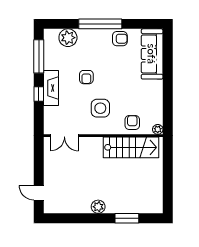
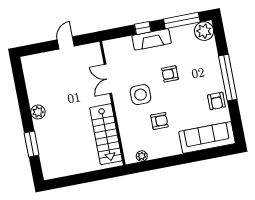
plant: (68, 38) -> (204, 31), moved
armchair: (132, 123) -> (159, 121), moved
plant: (158, 129) -> (142, 156), moved
double door: (64, 136) -> (108, 79), moved
door: (39, 193) -> (66, 43), moved

